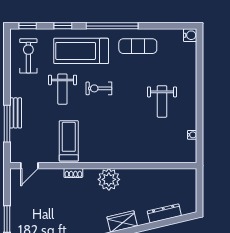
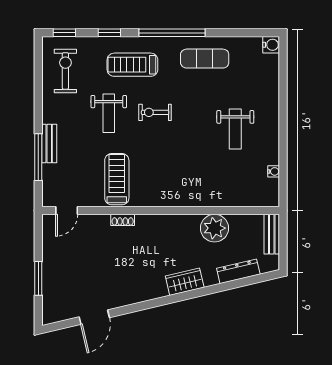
treadmill: (81, 51) -> (132, 65), width x0.73, depth x0.73
plant: (109, 179) -> (215, 228), moved
bench: (191, 184) -> (272, 234), added

